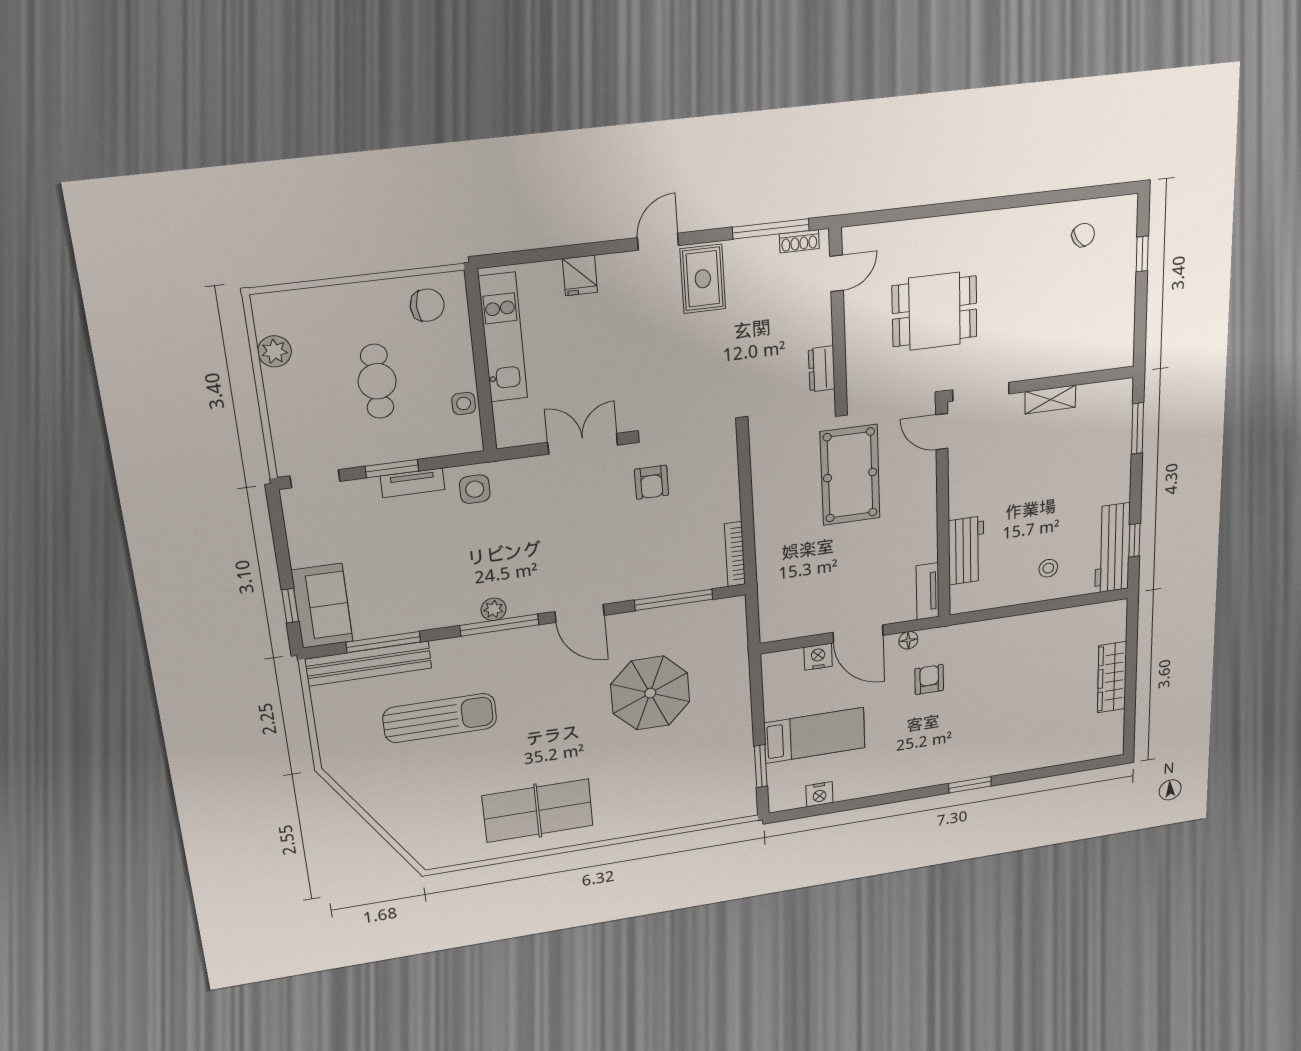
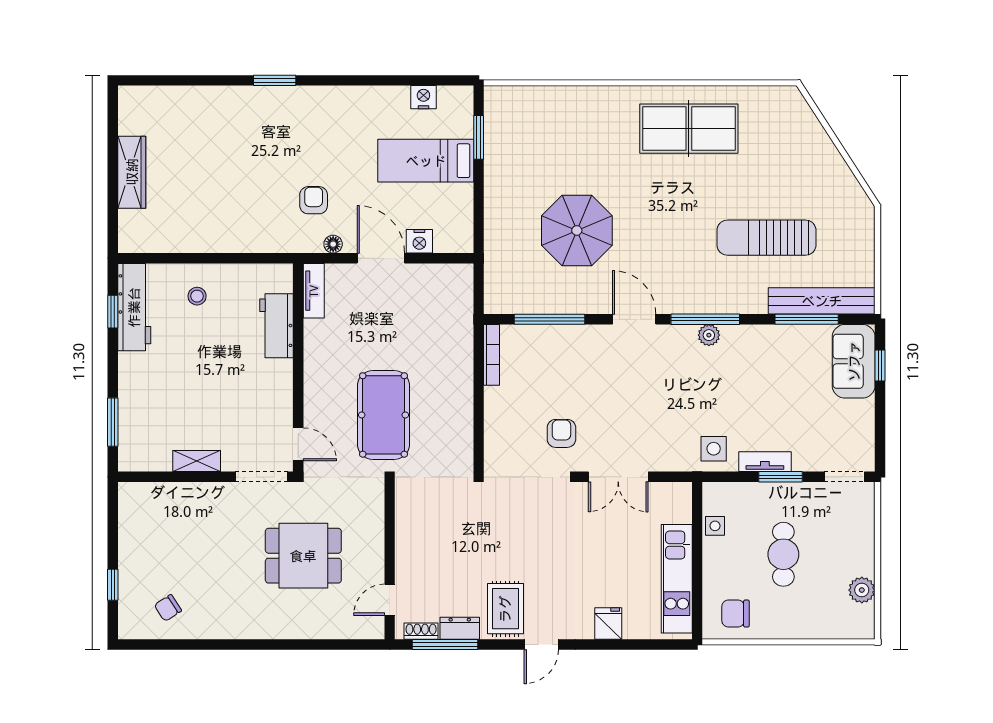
dresser: (822, 369) -> (460, 628), moved, turned -90
armchair: (929, 680) -> (314, 200), turned 180

